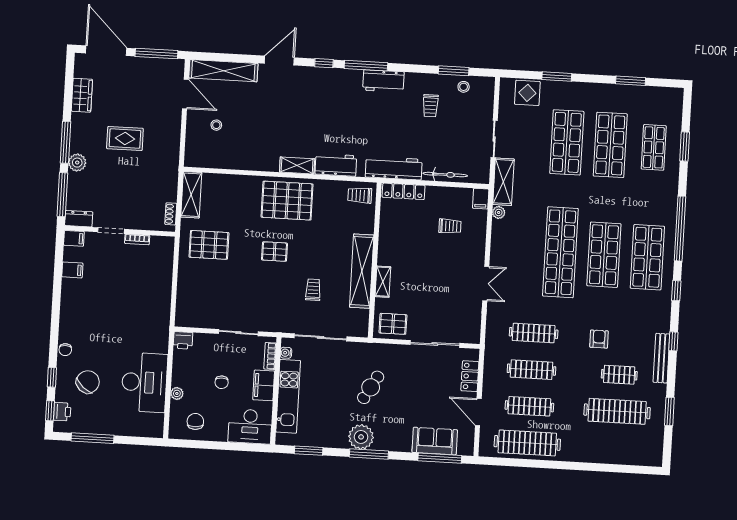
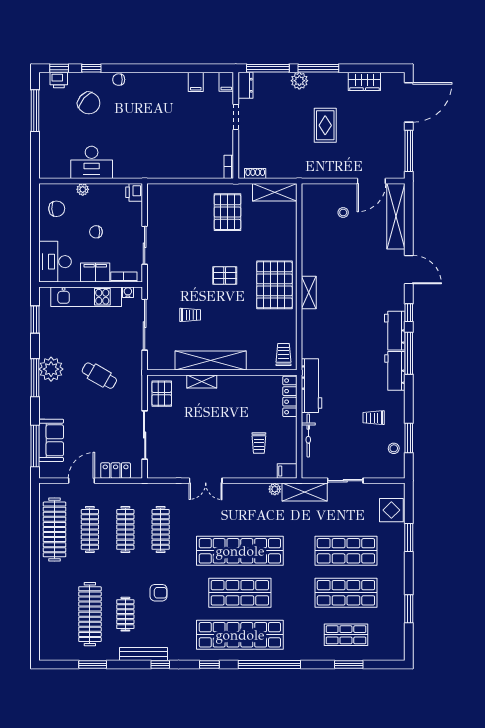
workbench: (336, 165) -> (395, 331), moved, turned 180
bookcase: (137, 239) -> (229, 167), moved
pallet: (274, 252) -> (225, 276), turned 90
shop shelf: (647, 257) -> (240, 635), width x1.40
desk: (144, 382) -> (92, 162), width x0.73, depth x0.77

